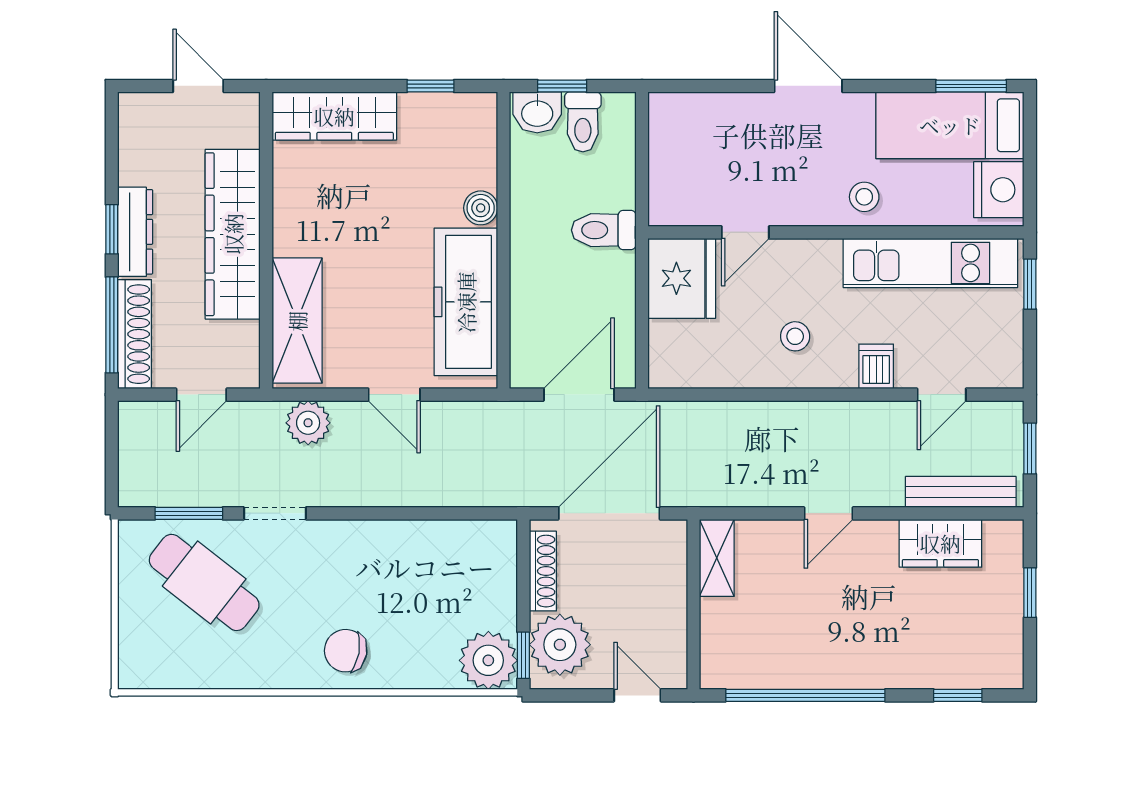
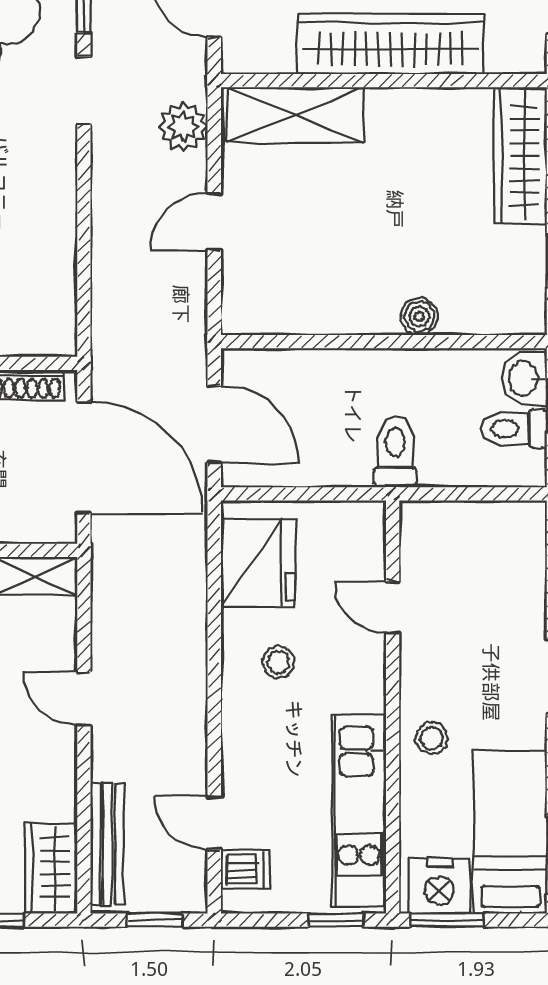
window: (1030, 183) -> (447, 920), added
fridge: (682, 278) -> (258, 563), moved, turned -90
freezer: (466, 302) -> (316, 300), removed
dishwasher: (876, 366) -> (245, 870), moved
wardrobe: (940, 543) -> (51, 868), moved

